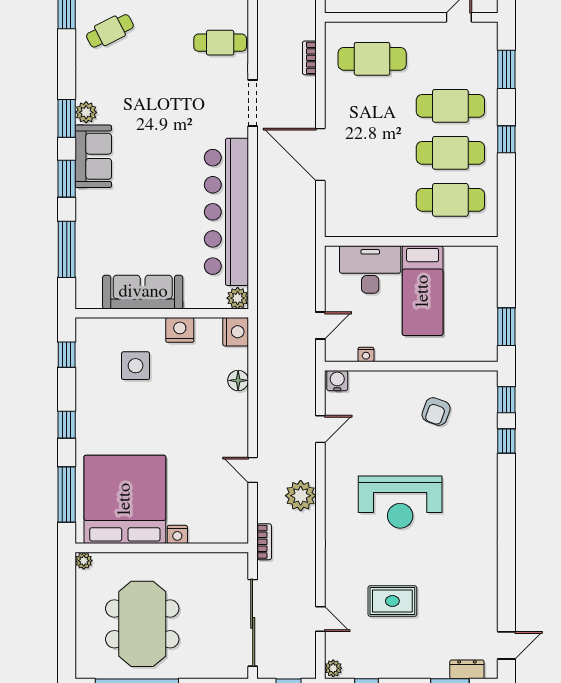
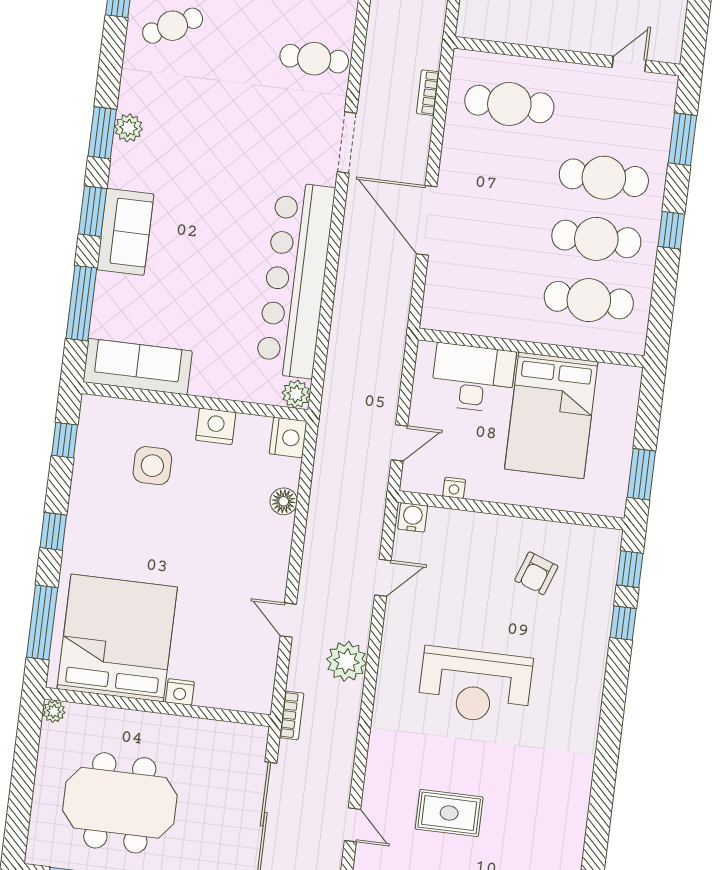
sofa: (93, 156) -> (125, 232), moved
bed: (423, 291) -> (551, 415), width x1.50
sofa: (143, 292) -> (138, 367), moved
meeting table: (142, 624) -> (120, 803), turned 90

